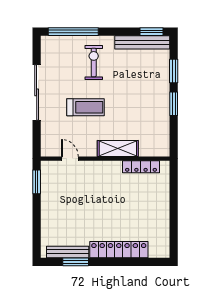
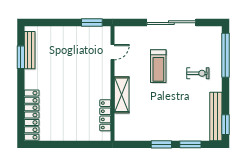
exercise bike: (94, 63) -> (198, 73), width x0.73, depth x0.72
locker: (119, 250) -> (32, 115), moved

